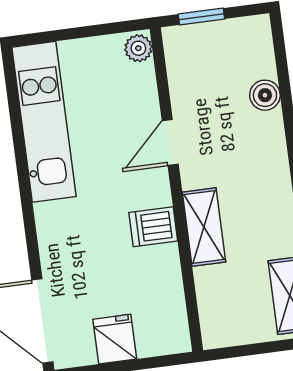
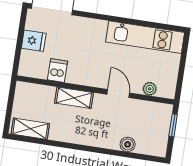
plant: (138, 48) -> (150, 89), moved
dishwasher: (153, 227) -> (57, 70), moved

